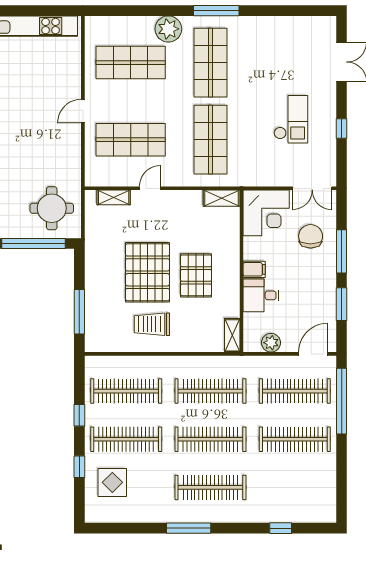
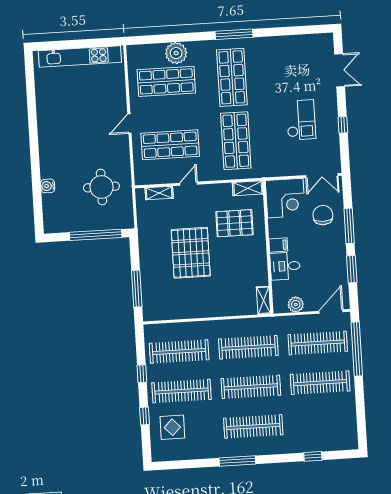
plant: (168, 29) -> (176, 53), moved
round table: (52, 208) -> (101, 187), moved
pallet: (196, 275) -> (234, 223), moved, turned 90
trolley: (152, 324) -> (197, 295), removed

